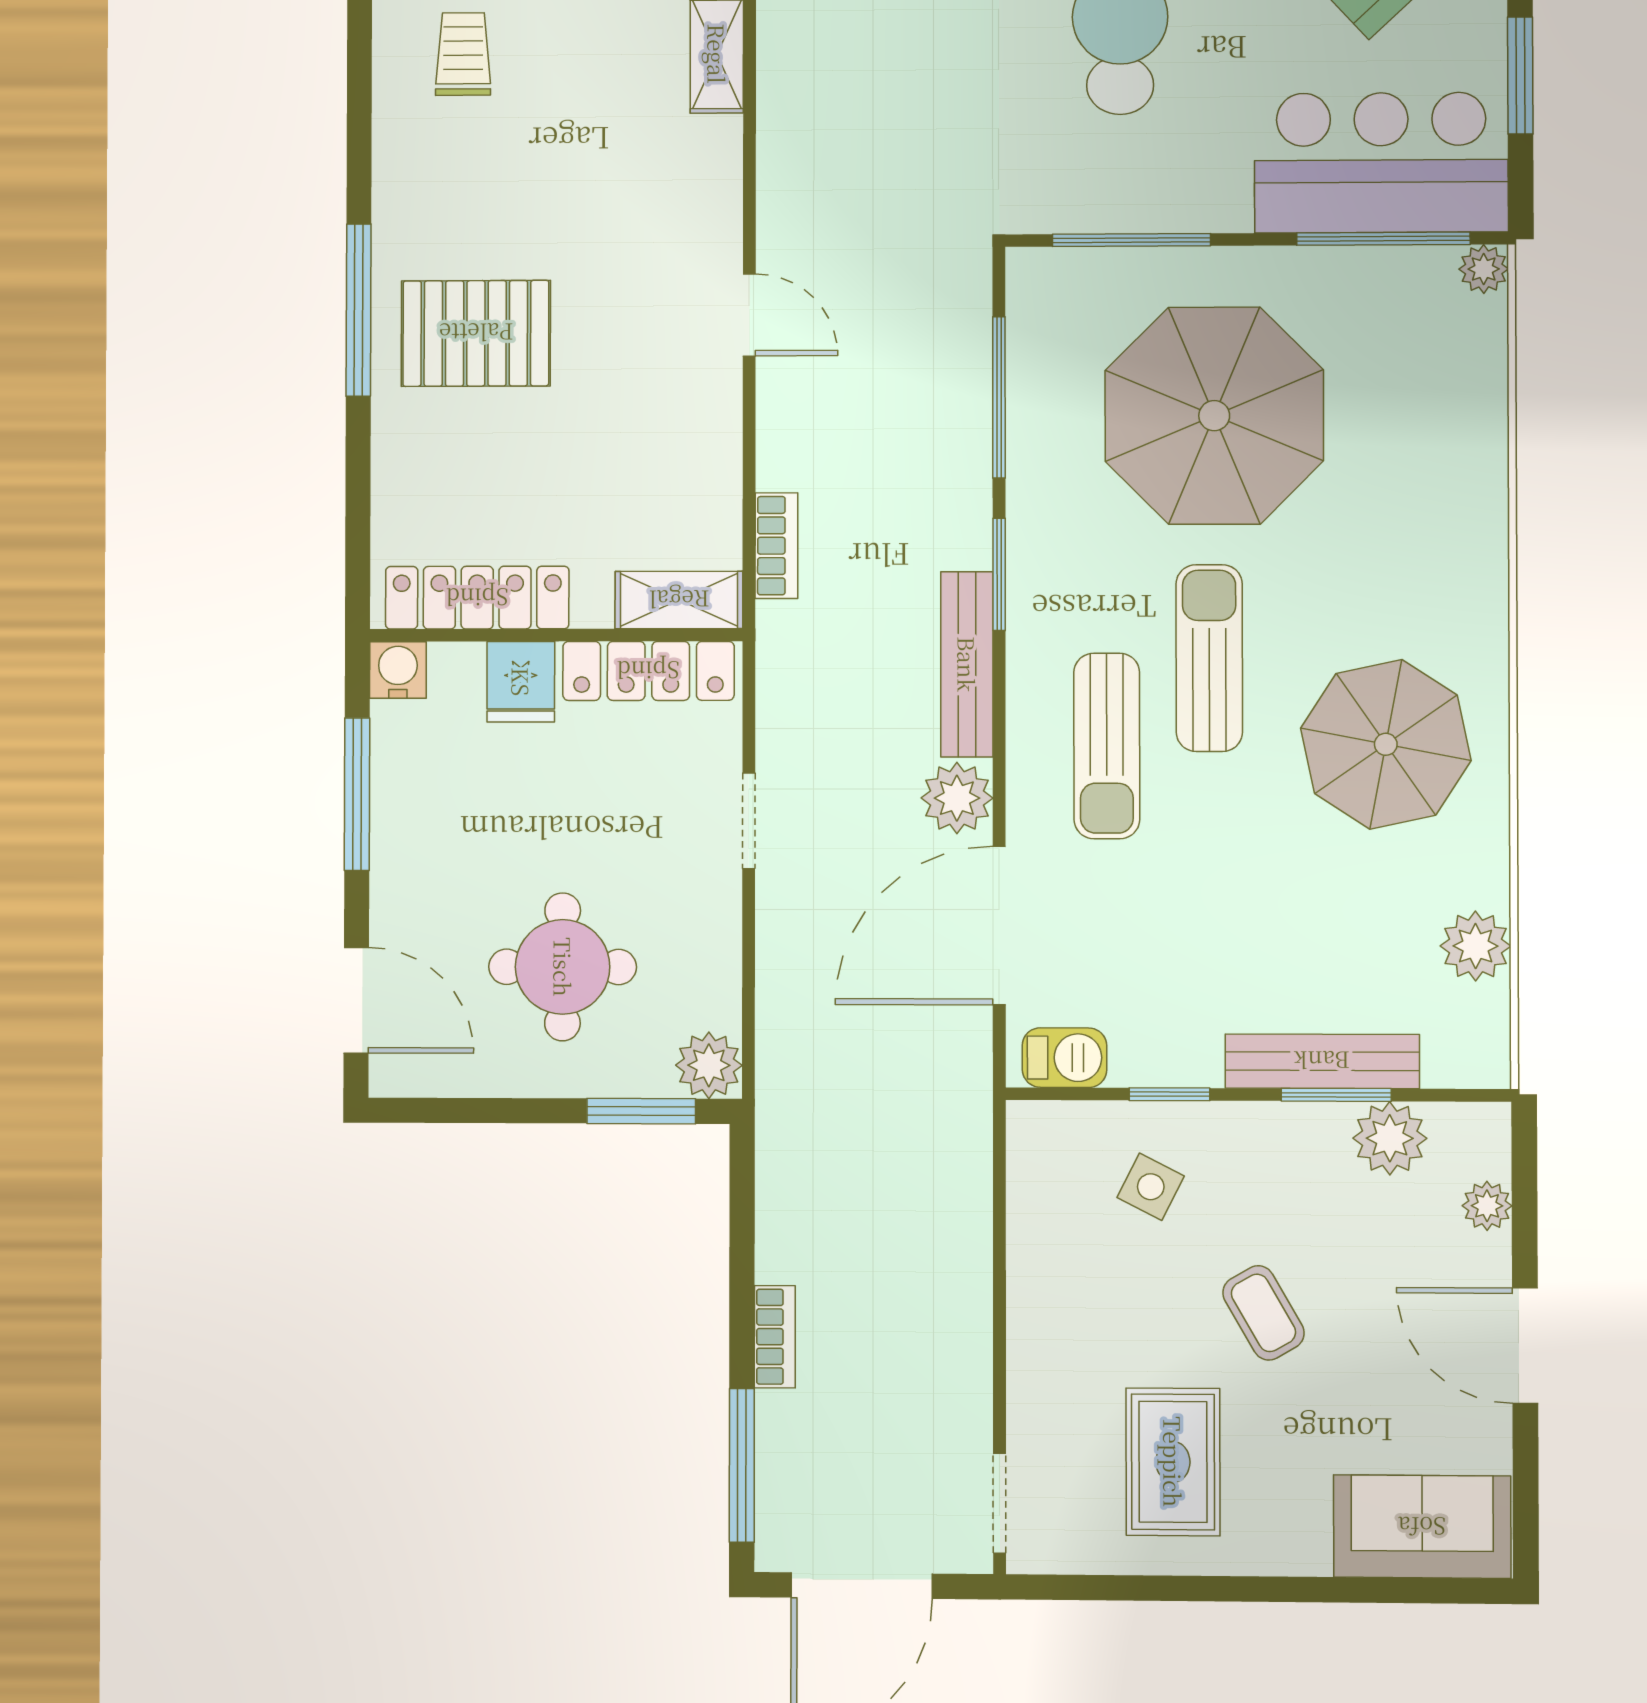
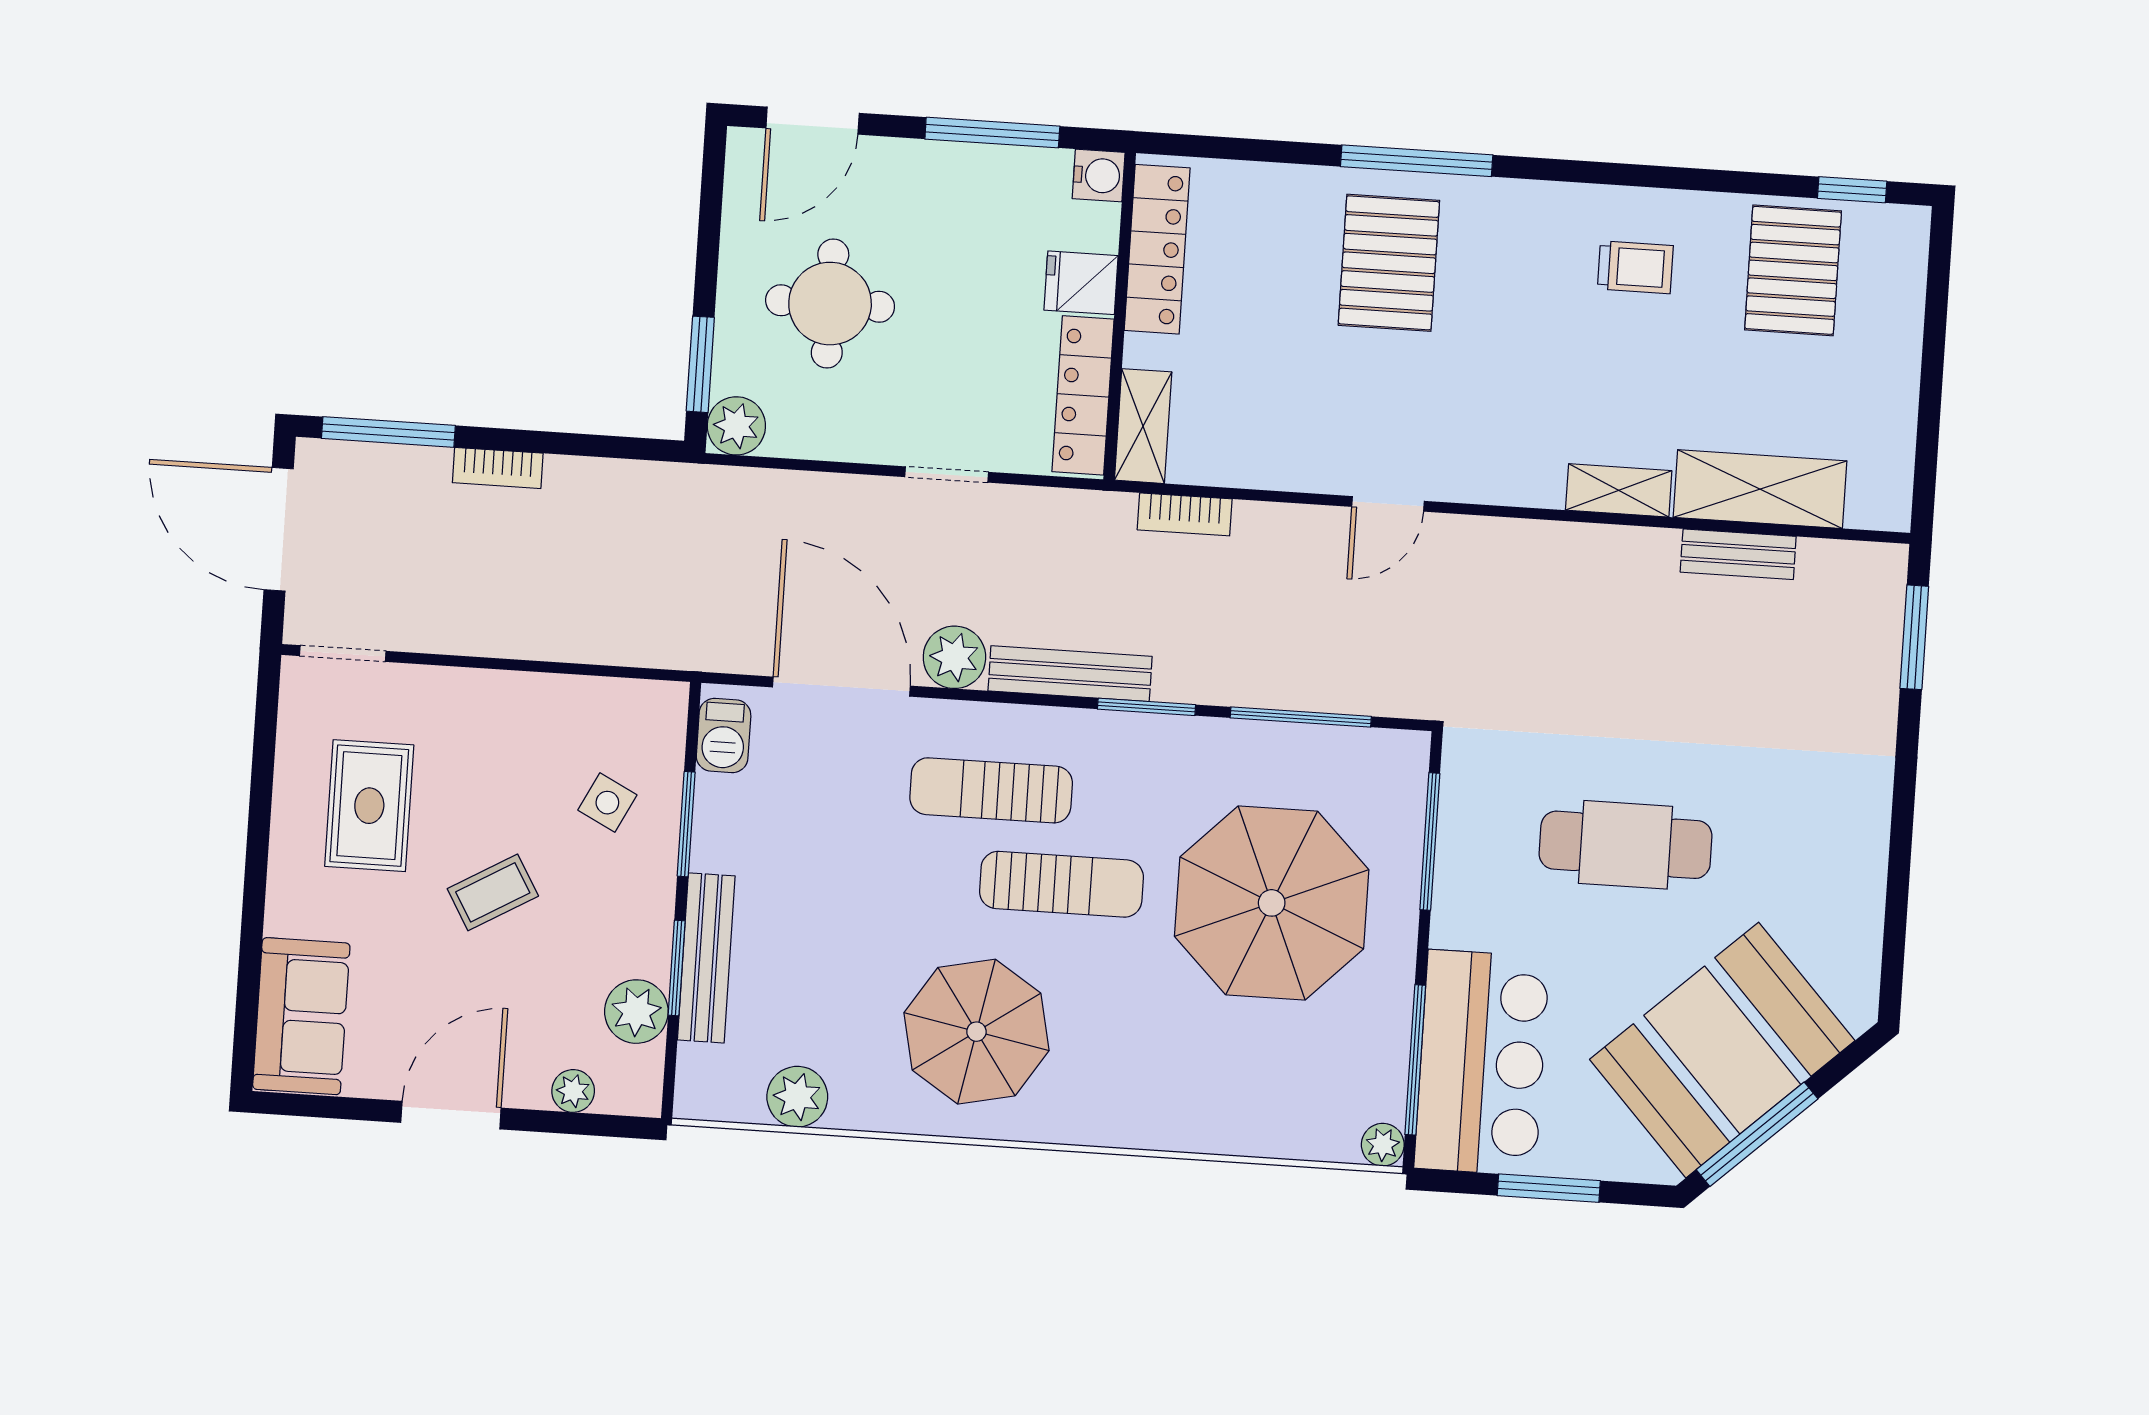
window: (1169, 1094) -> (686, 824), width x1.50
rug: (1173, 1462) -> (369, 806), turned 90

